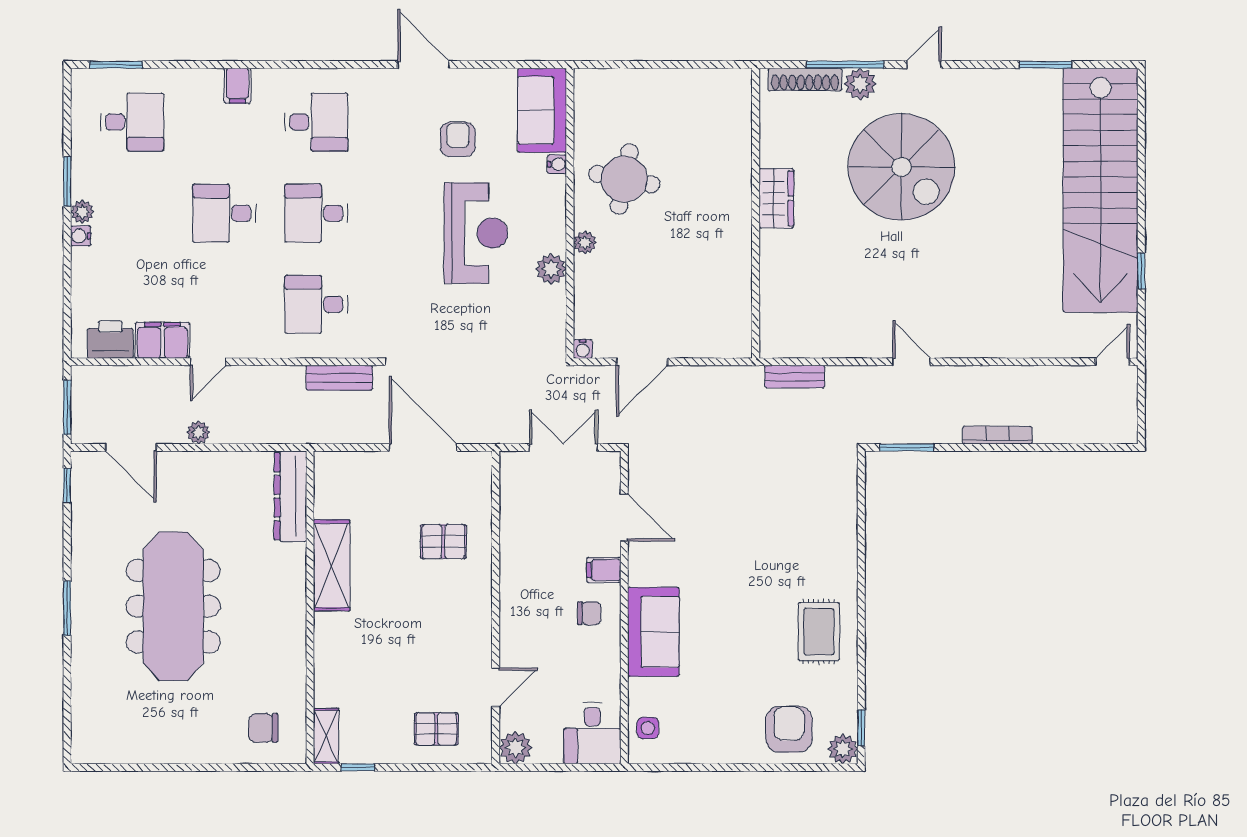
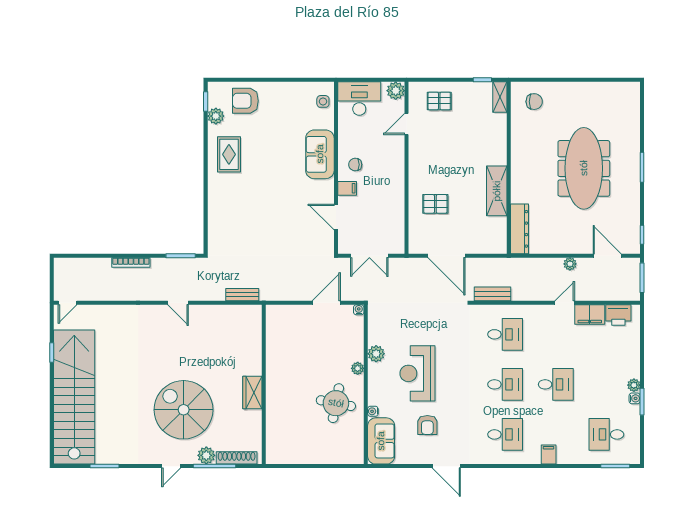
desk: (316, 122) -> (505, 434), turned 180
water cooler: (81, 236) -> (635, 398), moved
armchair: (789, 729) -> (245, 101), turned 90
desk: (592, 733) -> (359, 99), width x1.37
plant: (843, 749) -> (216, 116), moved

